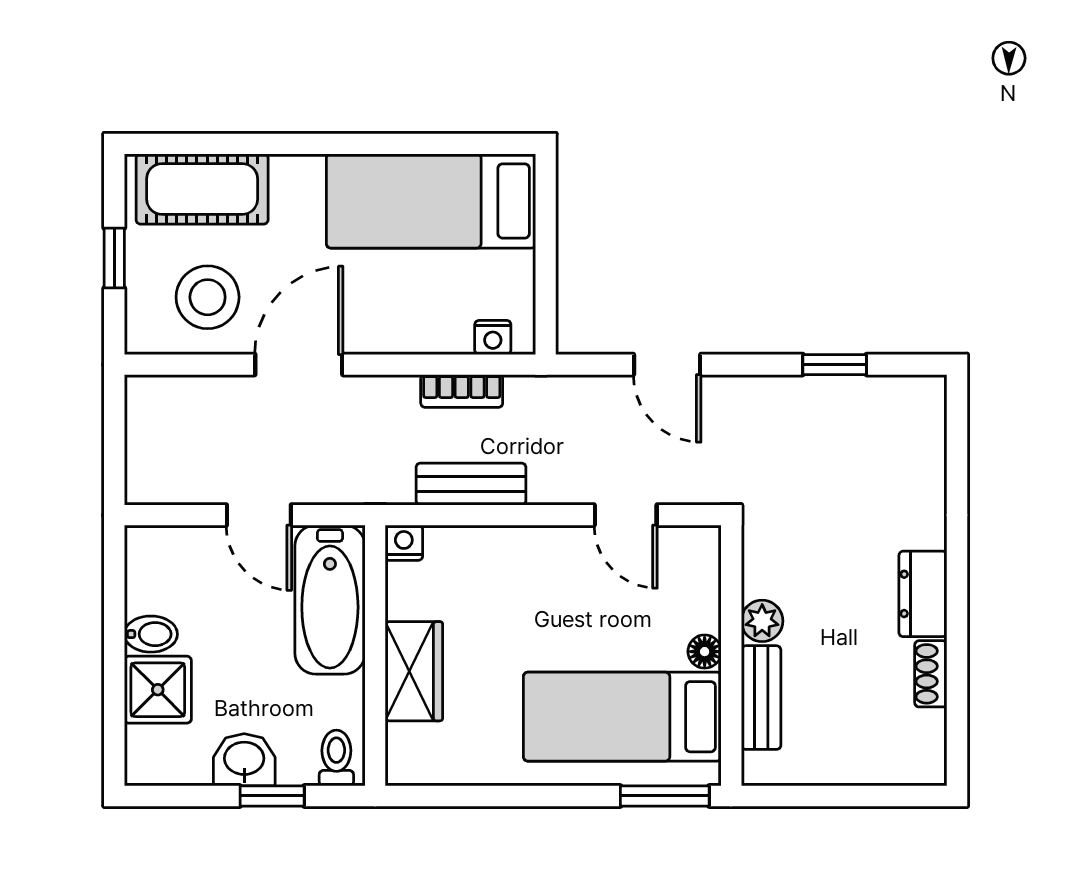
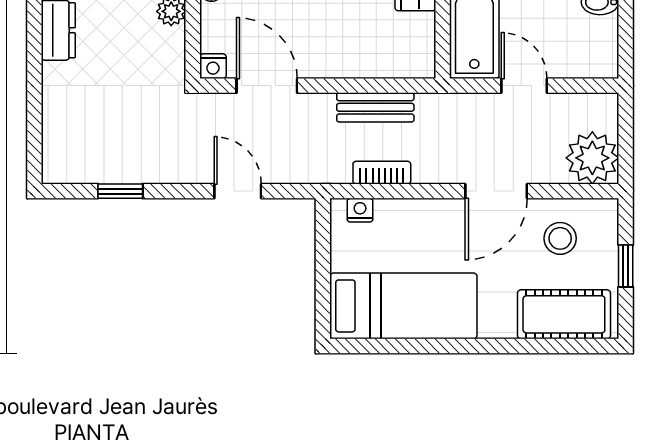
stool: (208, 297) -> (560, 238), width x0.73, depth x0.73
plant: (162, 412) -> (592, 158), added
door: (626, 515) -> (267, 86), width x1.37
nightstand: (404, 543) -> (213, 66), moved

